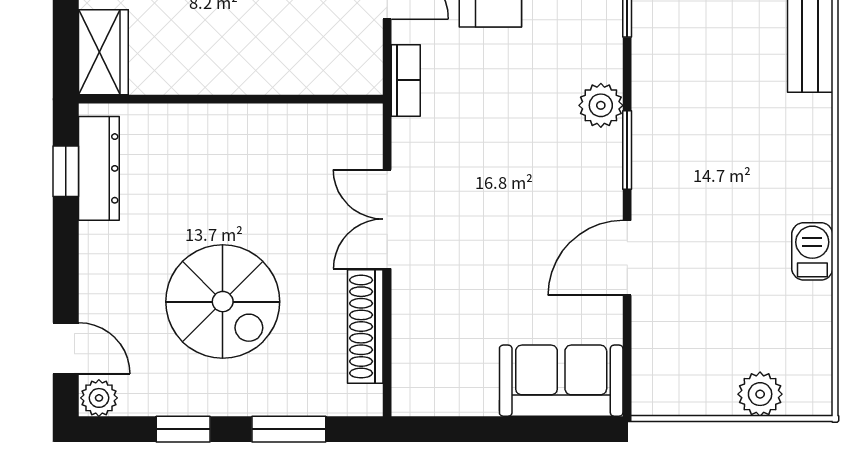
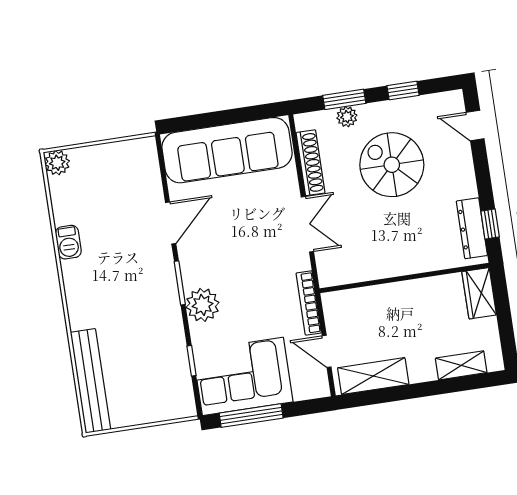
bookcase: (406, 80) -> (309, 303), width x1.56
plant: (601, 105) -> (203, 305), width x1.36, depth x1.36
sofa: (561, 381) -> (227, 150), width x1.85, depth x1.27
plant: (760, 394) -> (57, 163), moved
plant: (99, 398) -> (347, 117), moved

